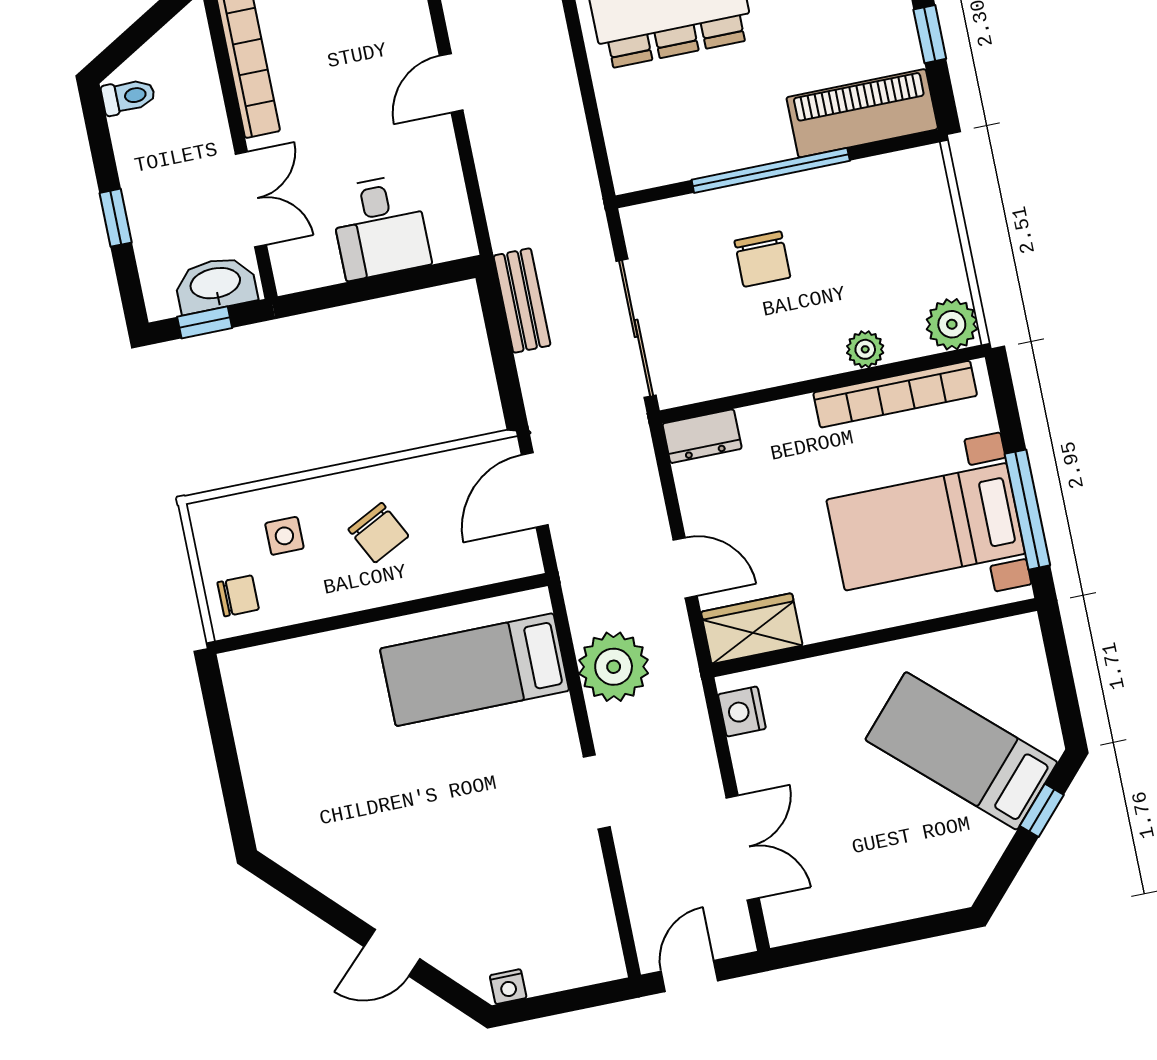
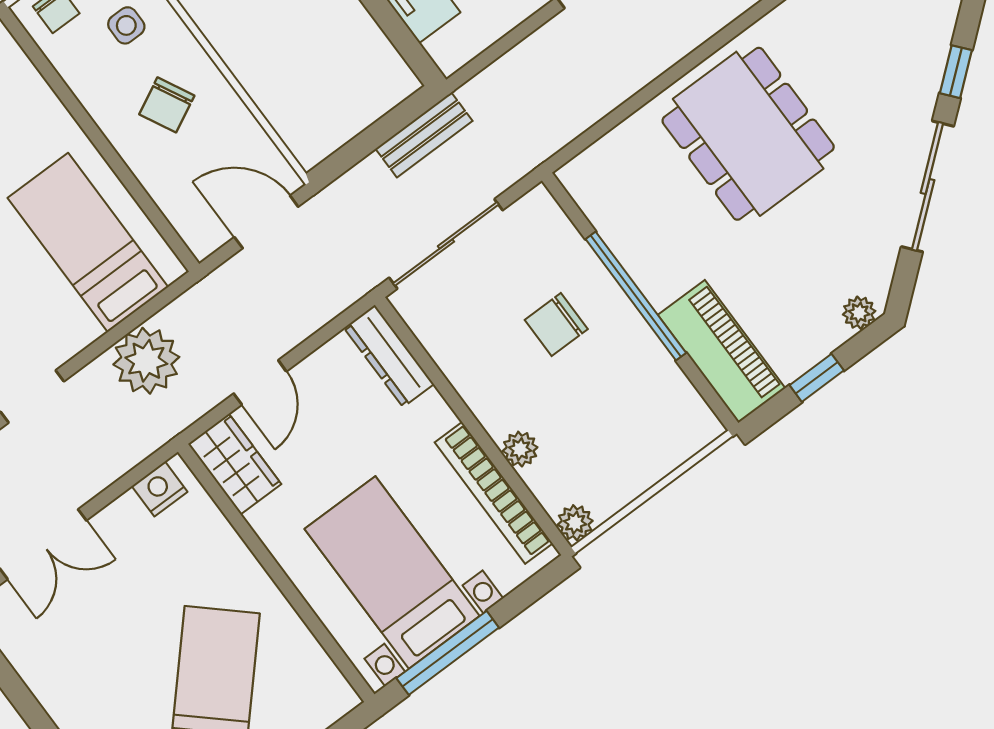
plant: (952, 324) -> (575, 523), width x0.73, depth x0.73
dresser: (702, 436) -> (389, 356), width x1.44

